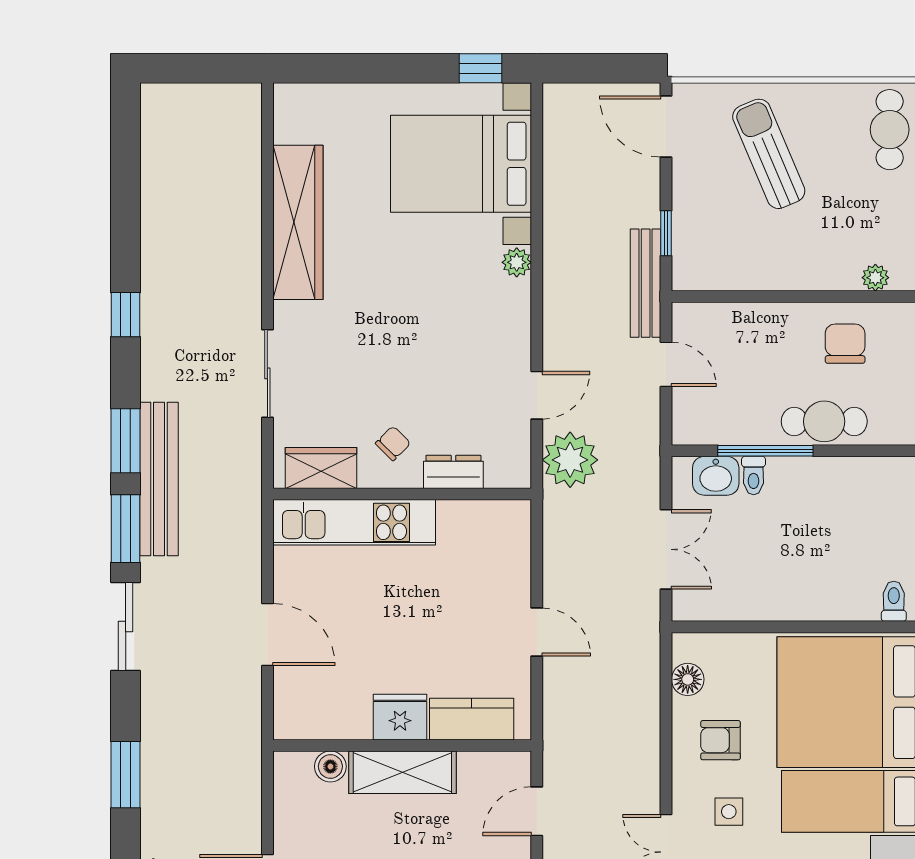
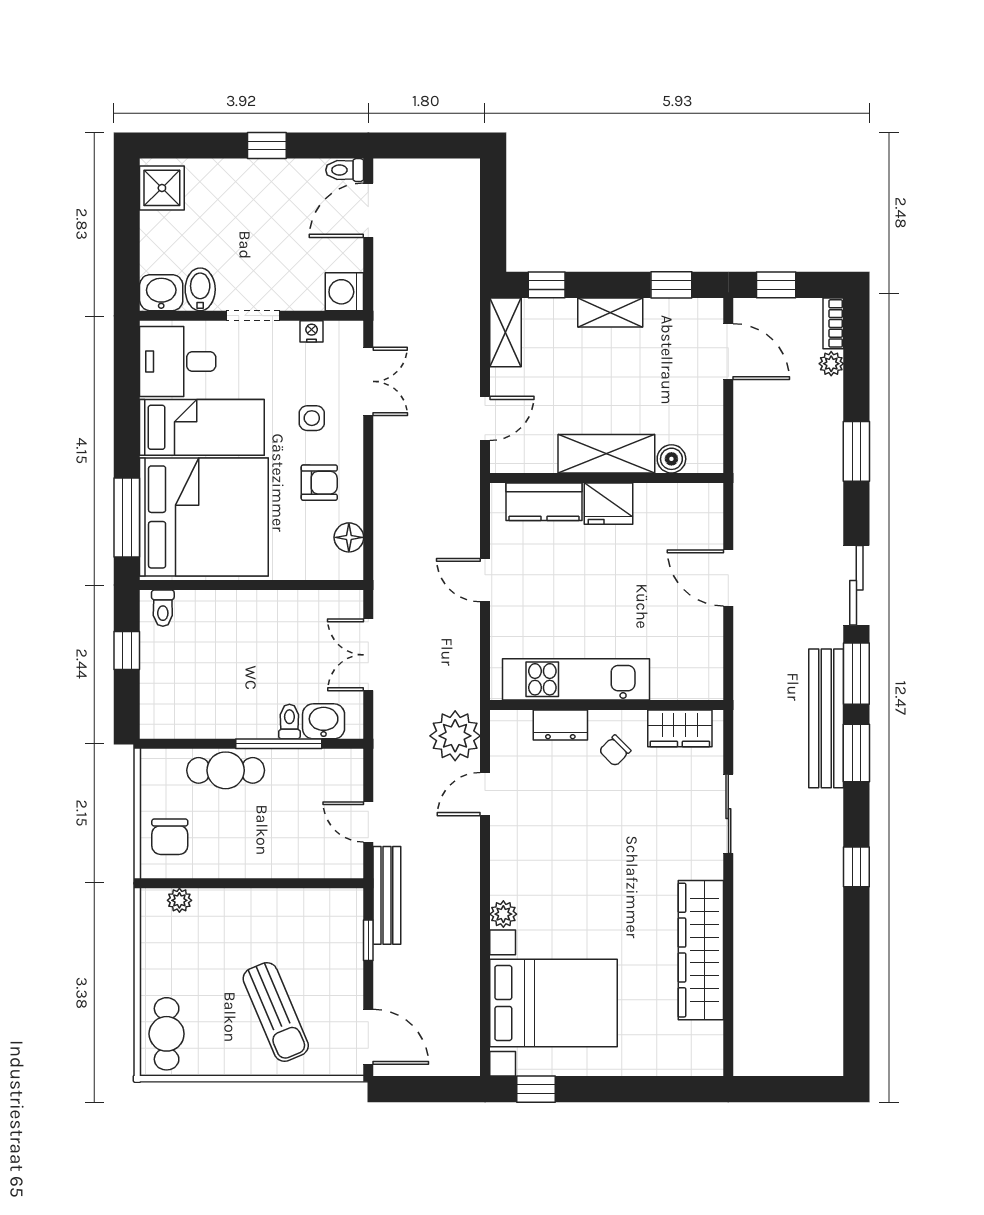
chair: (845, 344) -> (170, 837), moved
kitchen unit: (354, 522) -> (576, 679), moved

